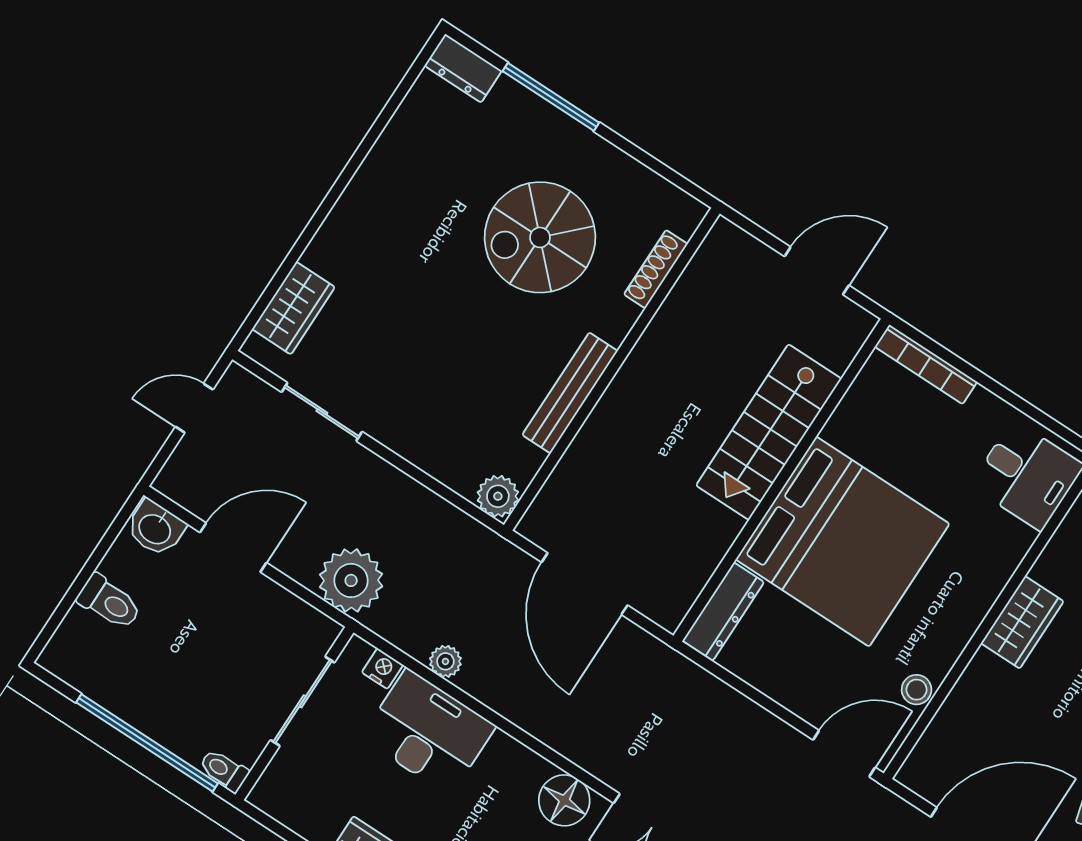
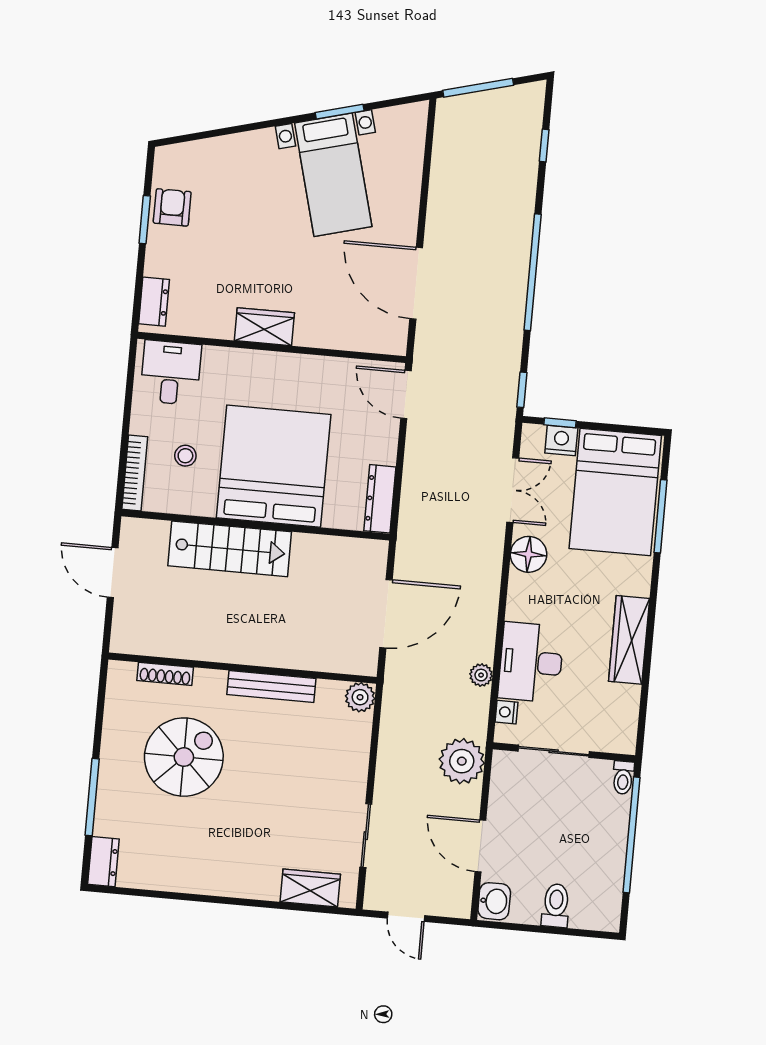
spiral stairs: (540, 237) -> (184, 757), turned -90
dresser: (723, 611) -> (380, 499), moved, turned -90
stool: (917, 690) -> (185, 456), moved

